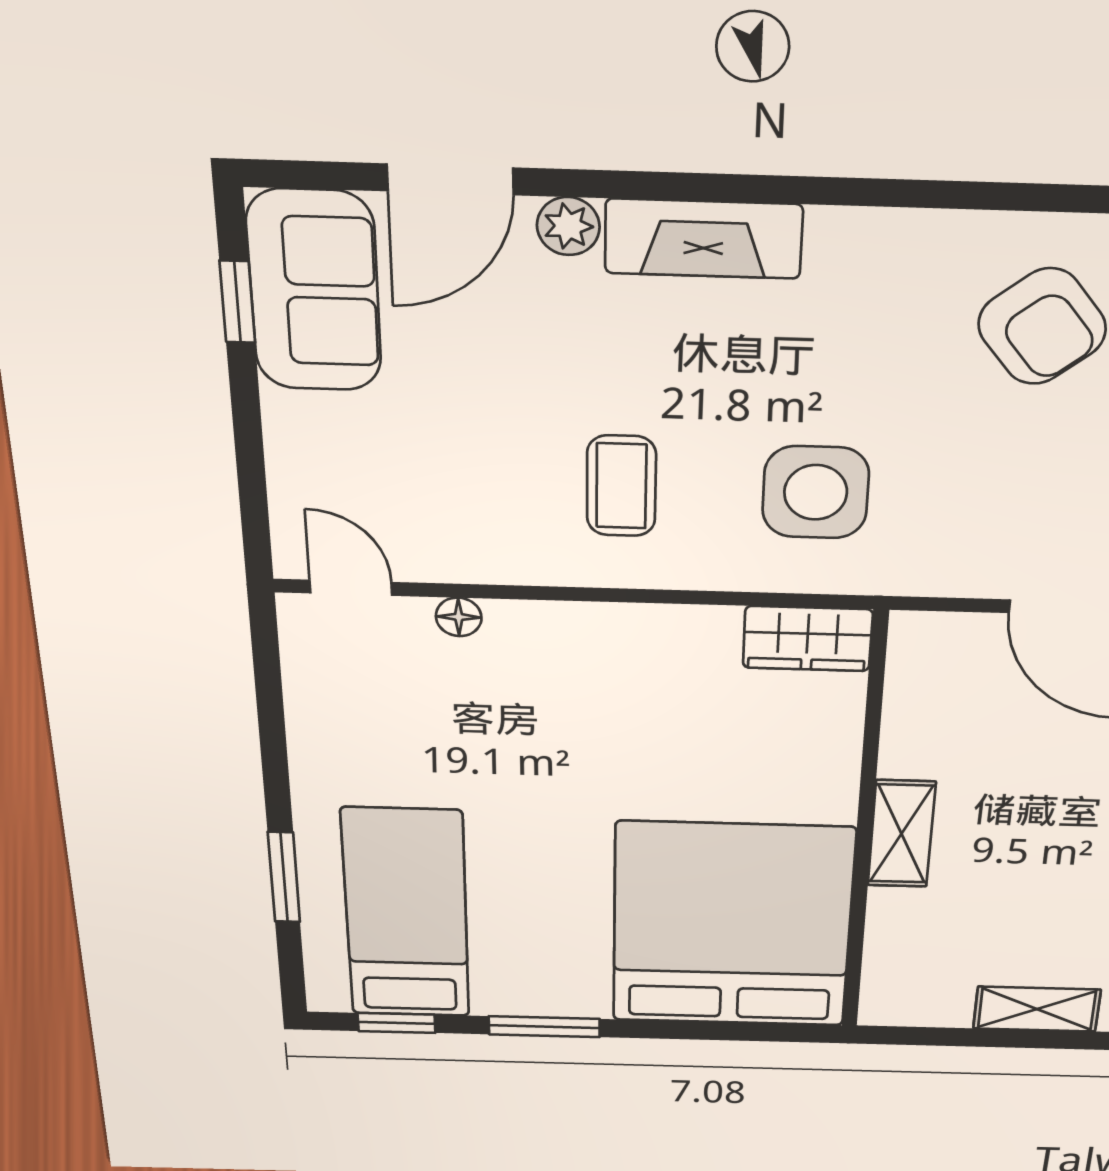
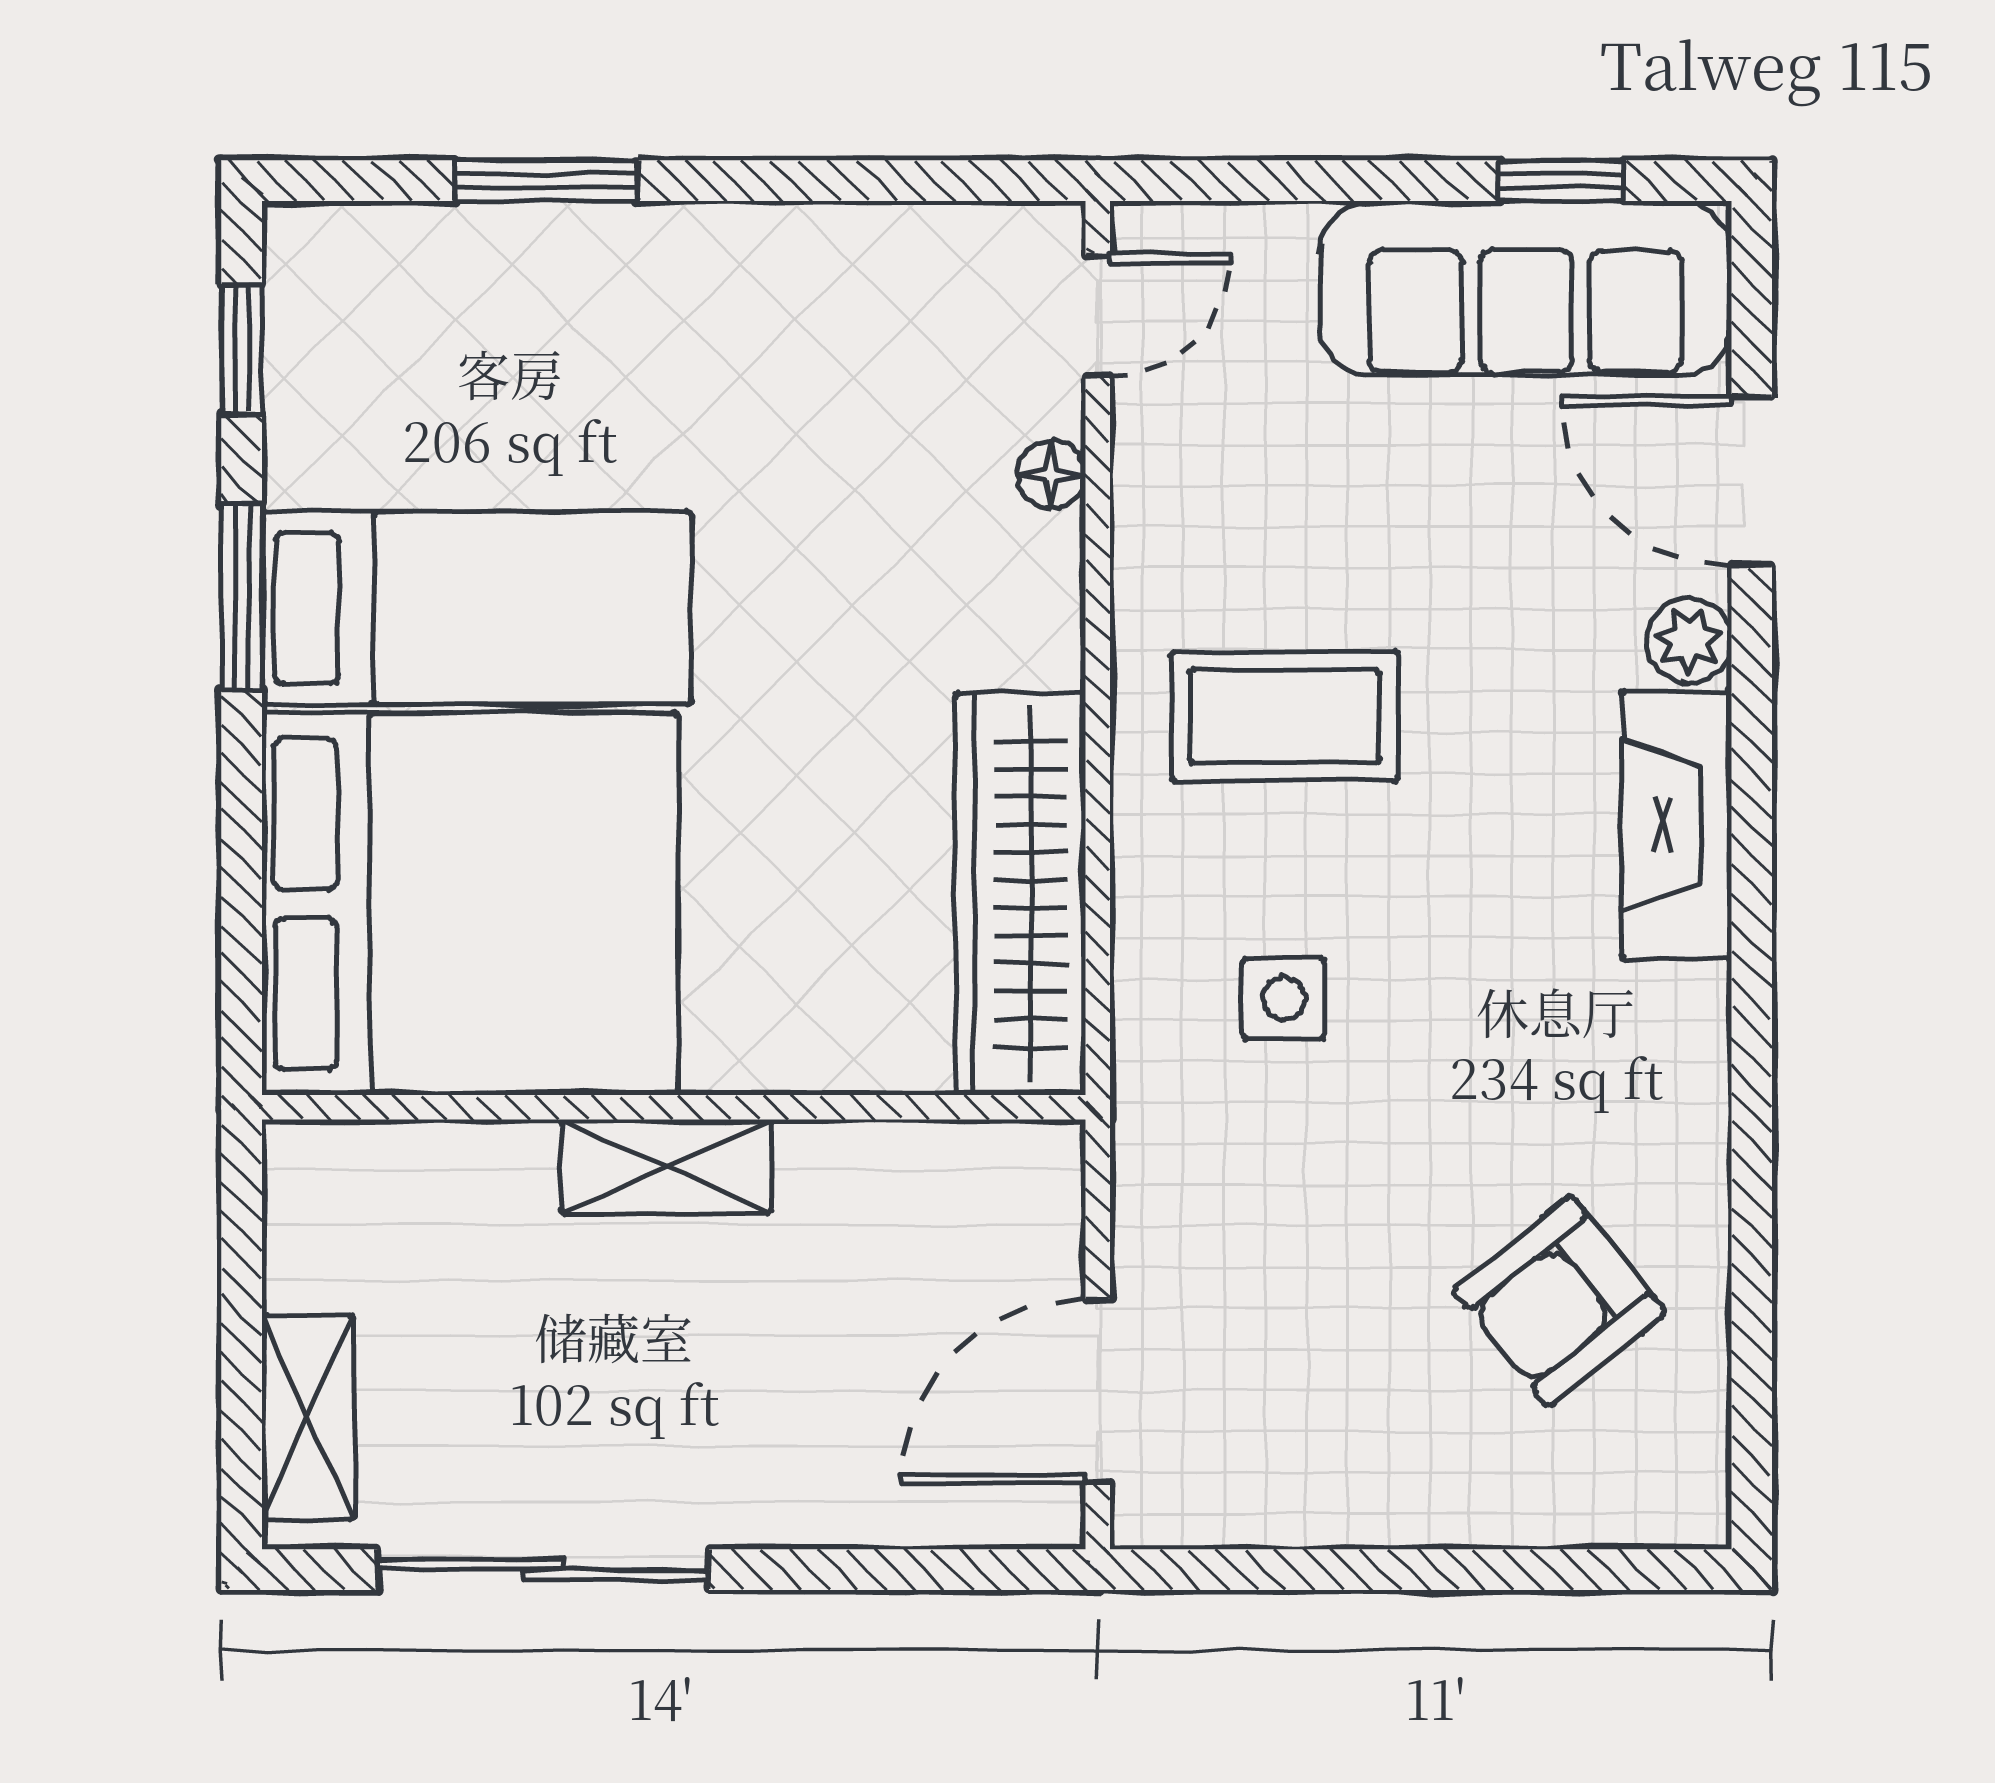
sofa: (314, 291) -> (1526, 288), width x1.36
coffee table: (621, 486) -> (1285, 716), width x1.36, depth x1.30
side table: (816, 492) -> (1284, 999), width x0.54, depth x0.54
wardrobe: (808, 639) -> (1020, 894), width x2.10, depth x1.17
bed: (406, 914) -> (476, 608), moved

